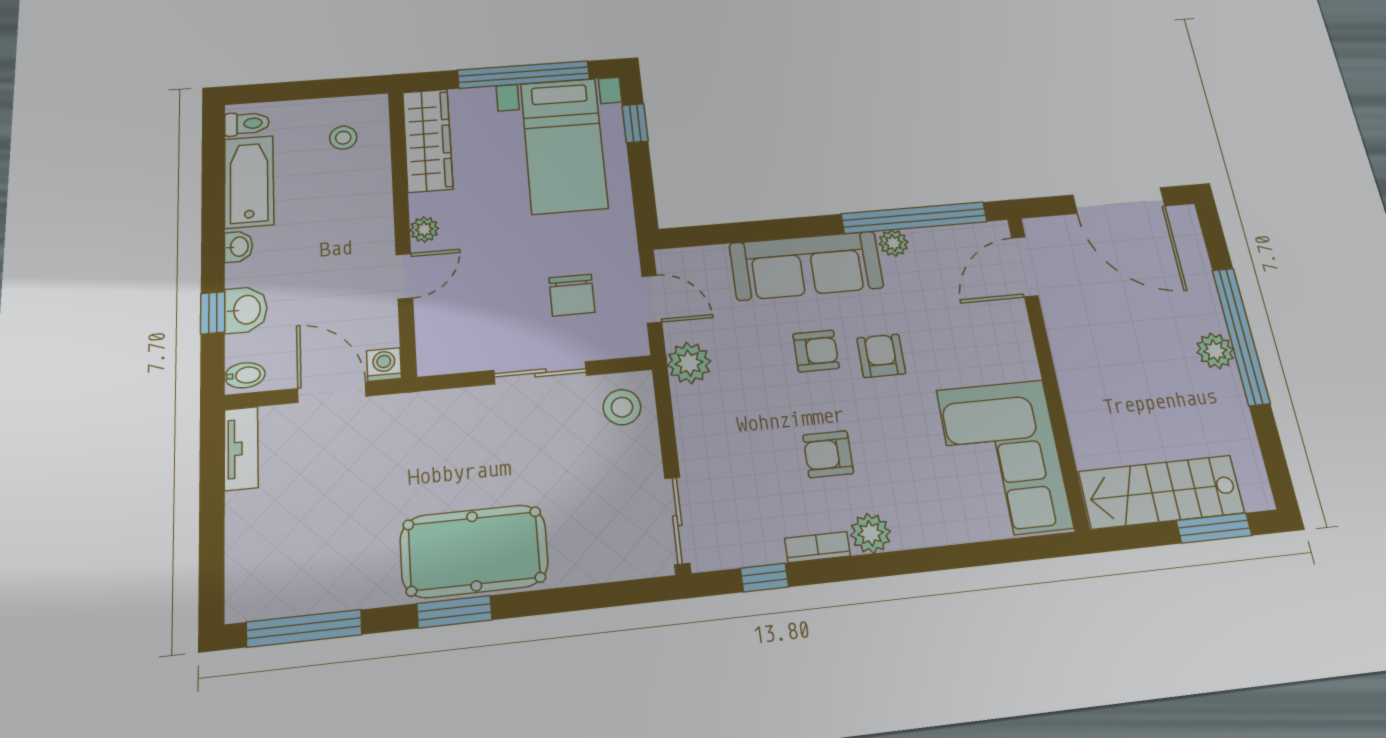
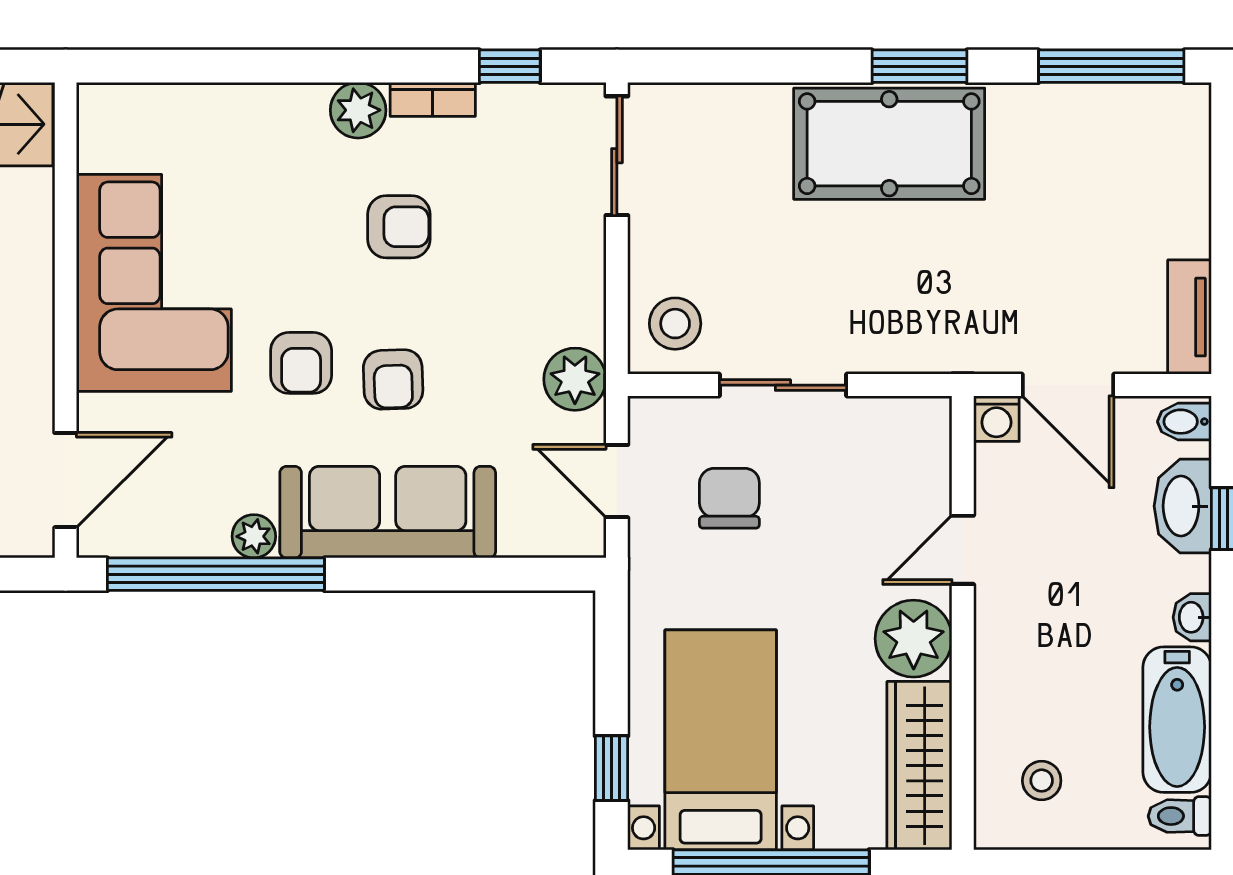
plant: (424, 229) -> (914, 639), width x1.88, depth x1.88
washbasin: (246, 310) -> (1183, 506), width x1.38
armchair: (816, 351) -> (393, 379), turned -92
corner sofa: (1004, 458) -> (154, 283), moved

